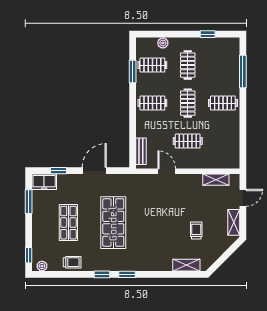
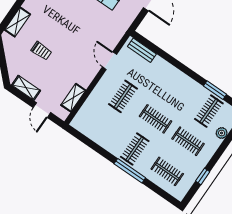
window: (243, 71) -> (130, 171), moved
clothes rail: (152, 103) -> (167, 171), moved, turned 90
door: (167, 171) -> (109, 61), swing flipped

